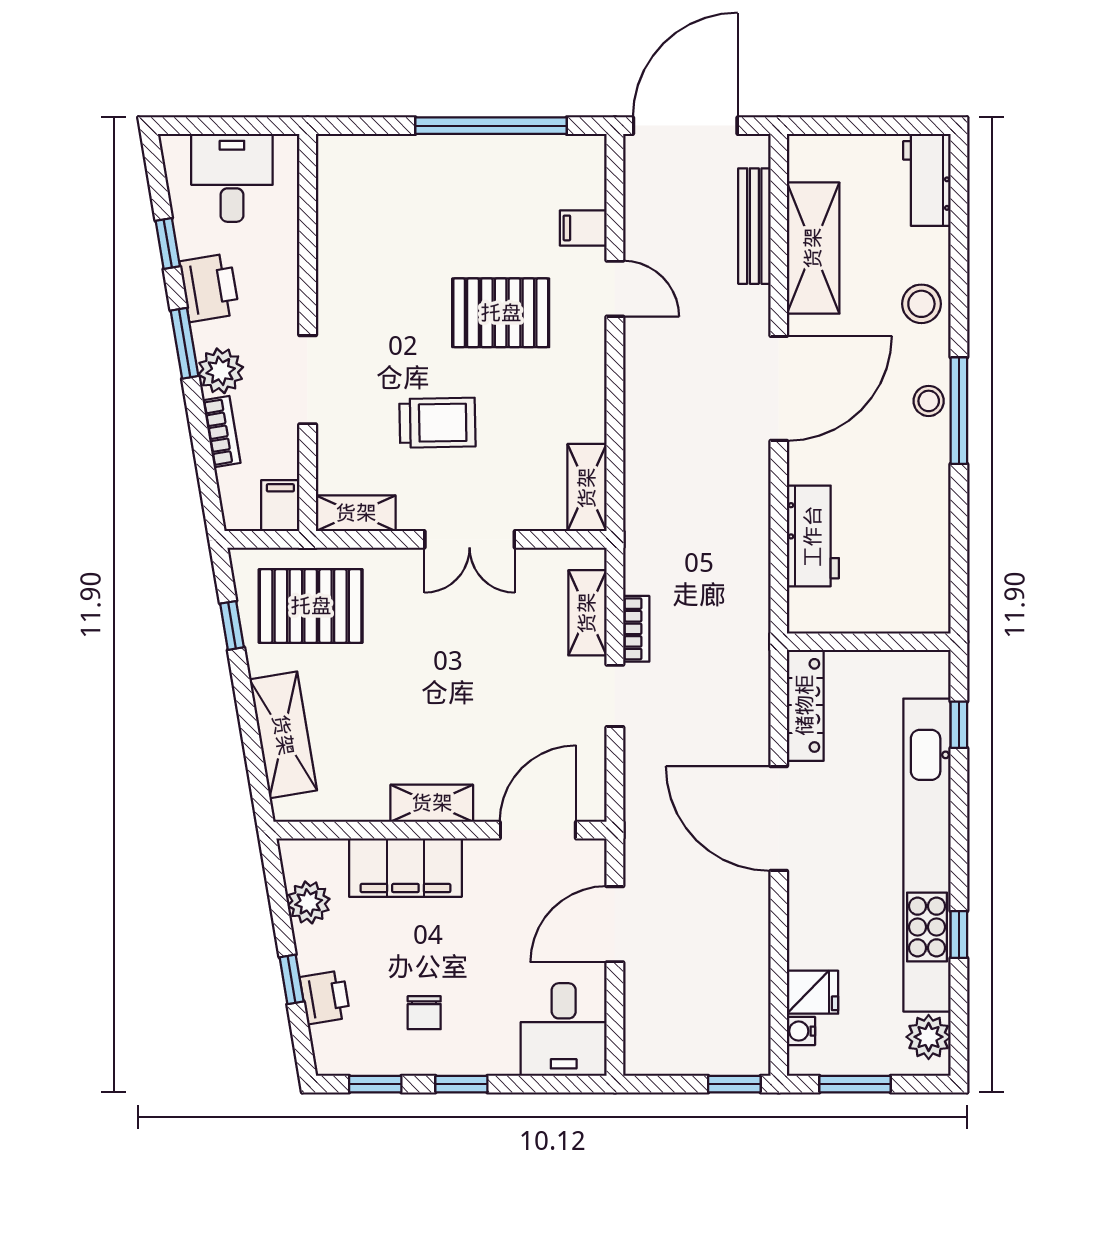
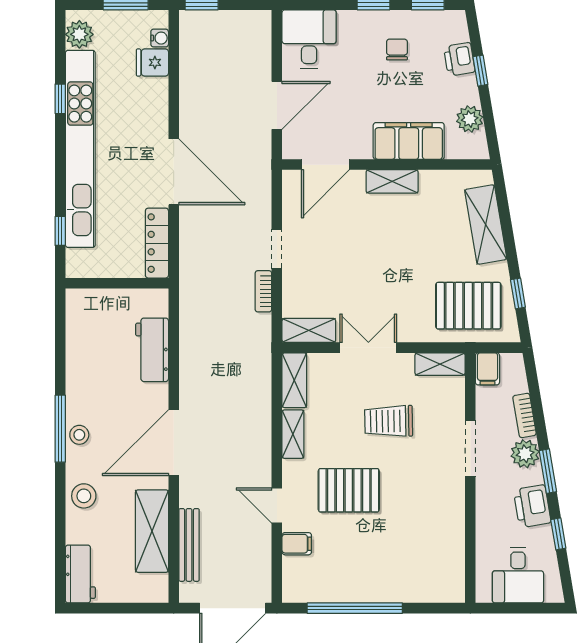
shelving: (589, 402) -> (293, 434), added
shelving: (587, 613) -> (309, 330), moved, turned 90

